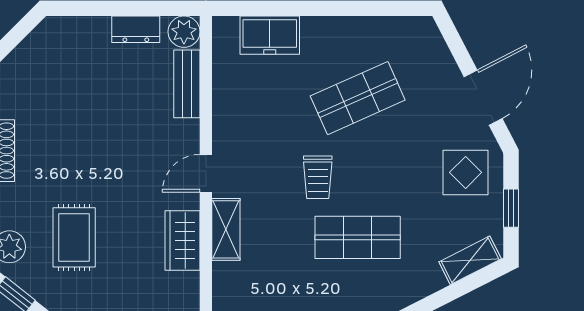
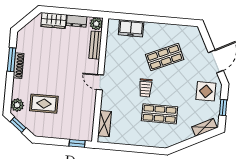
door: (206, 173) -> (100, 82), hinge flipped
shelving: (226, 229) -> (105, 124), moved
rug: (74, 237) -> (44, 104), turned 90
wardrobe: (182, 241) -> (54, 21), moved, turned -90

